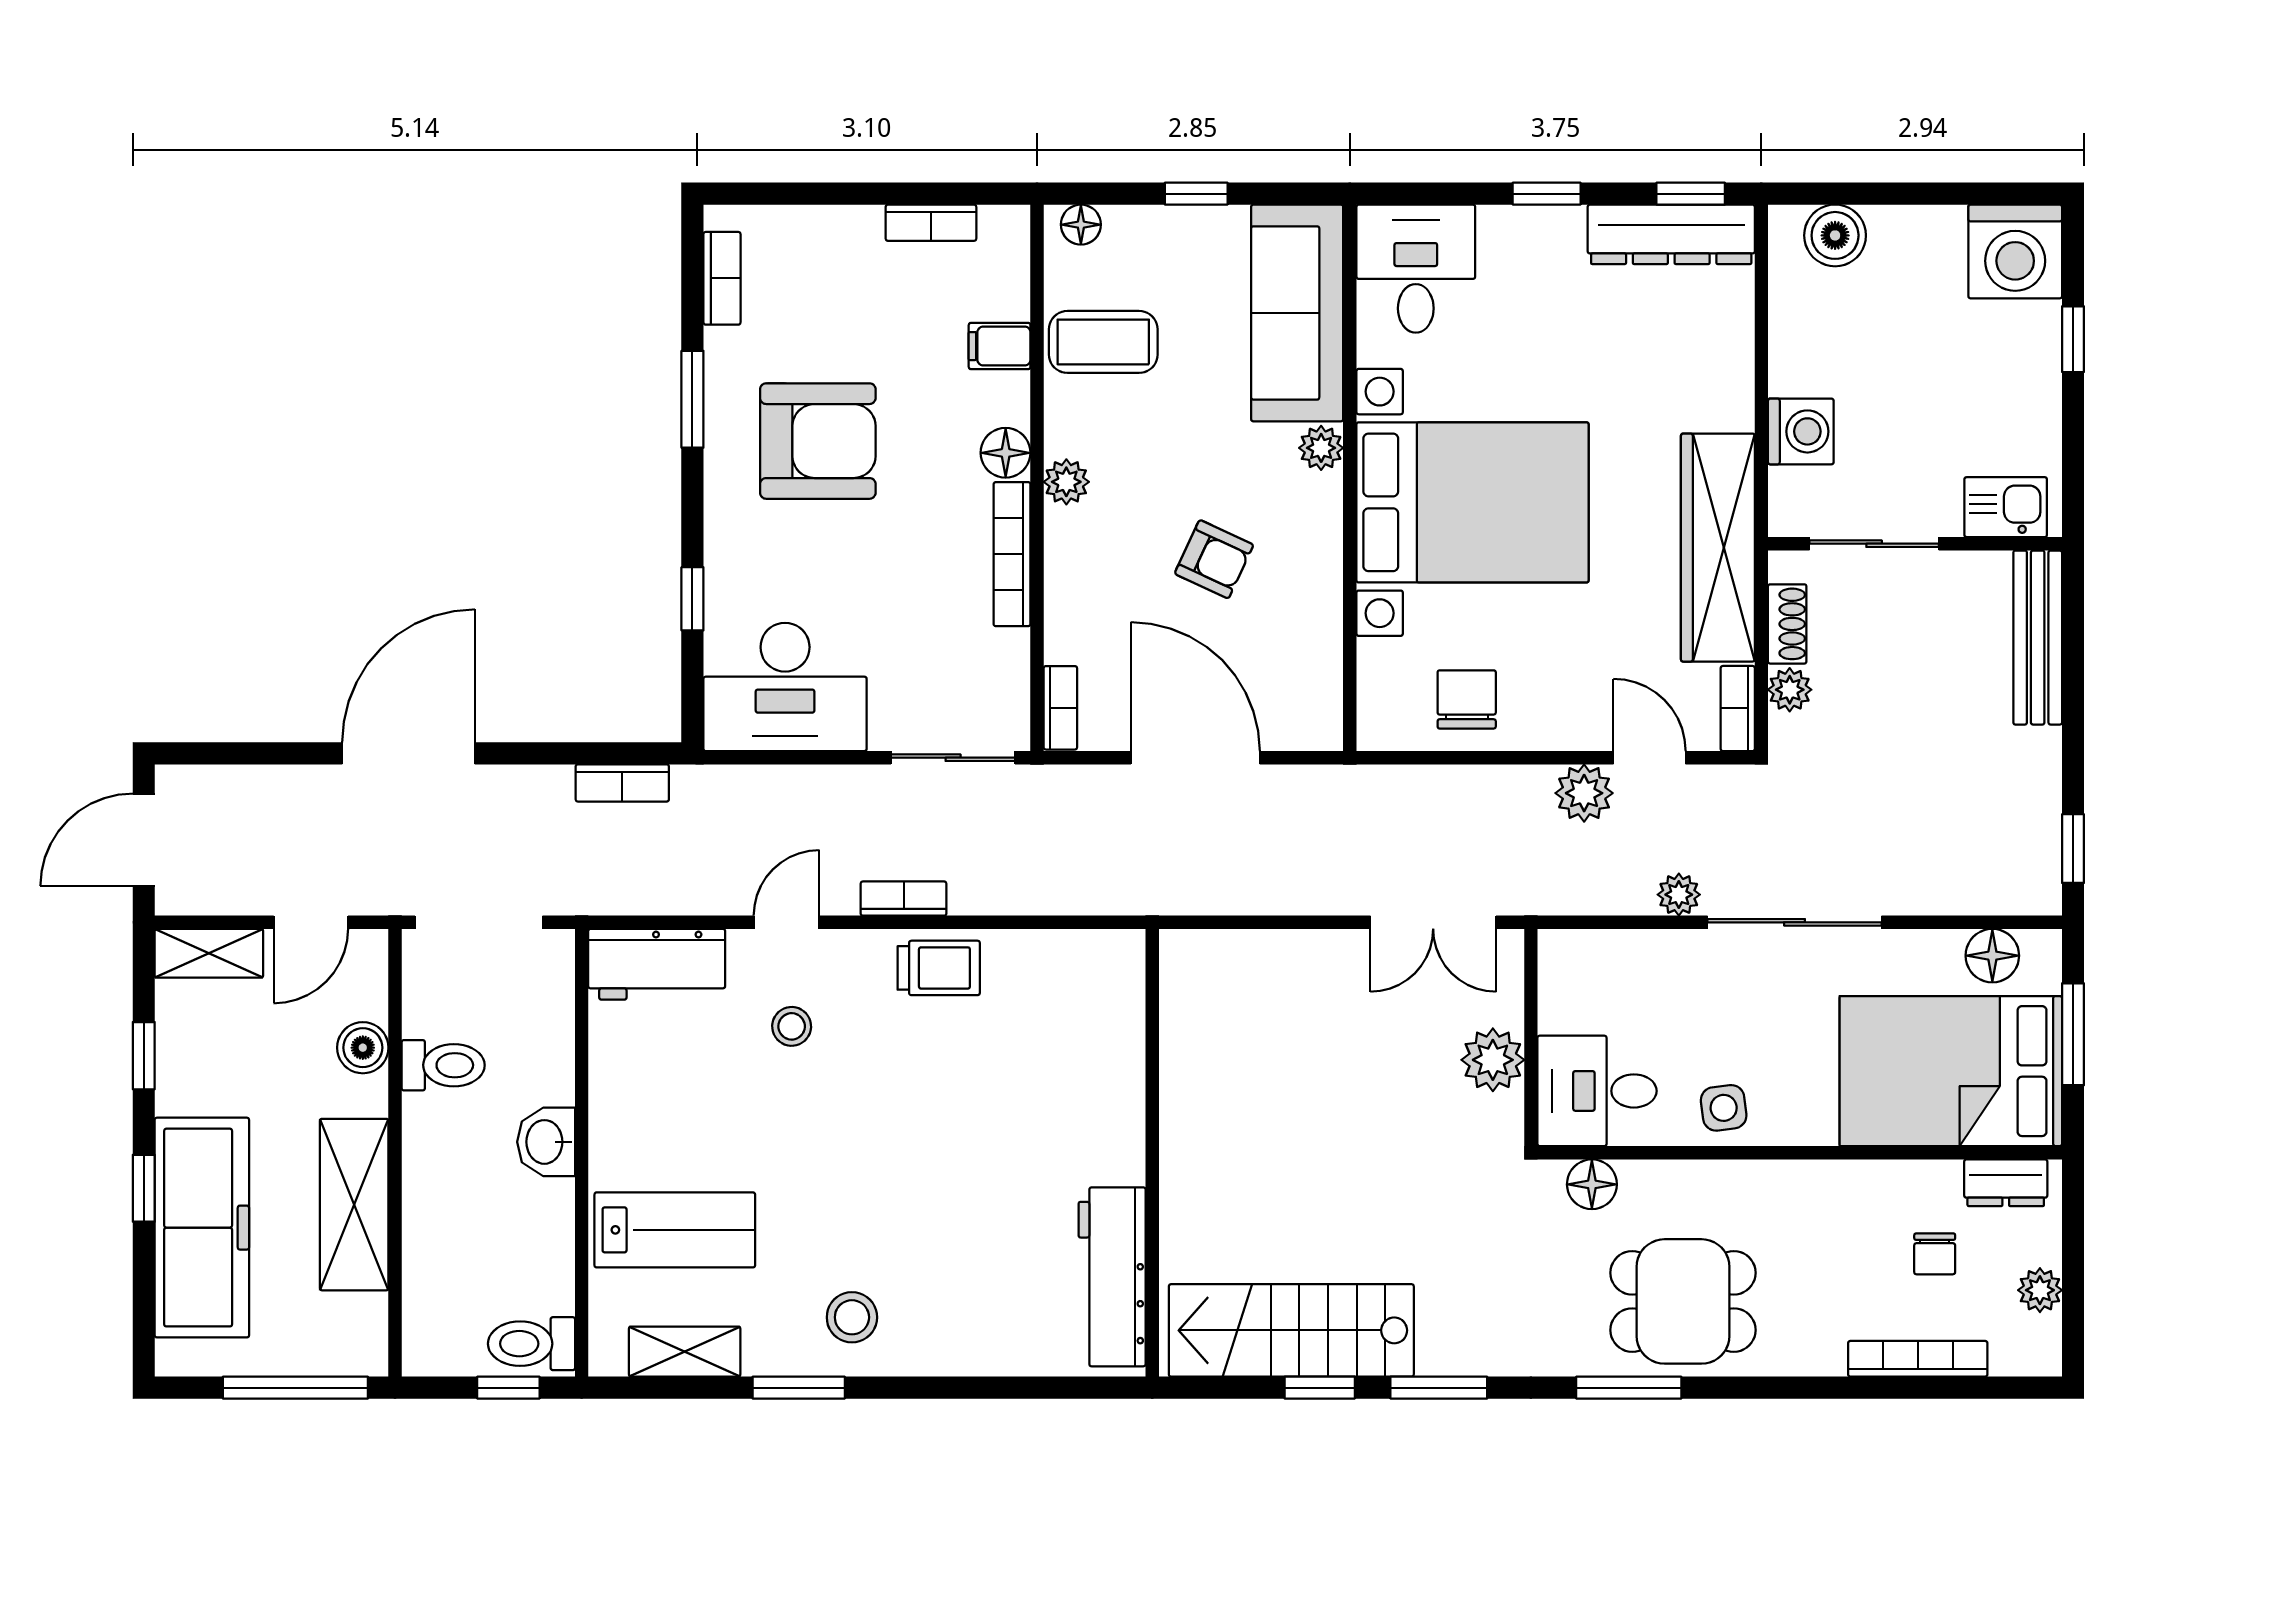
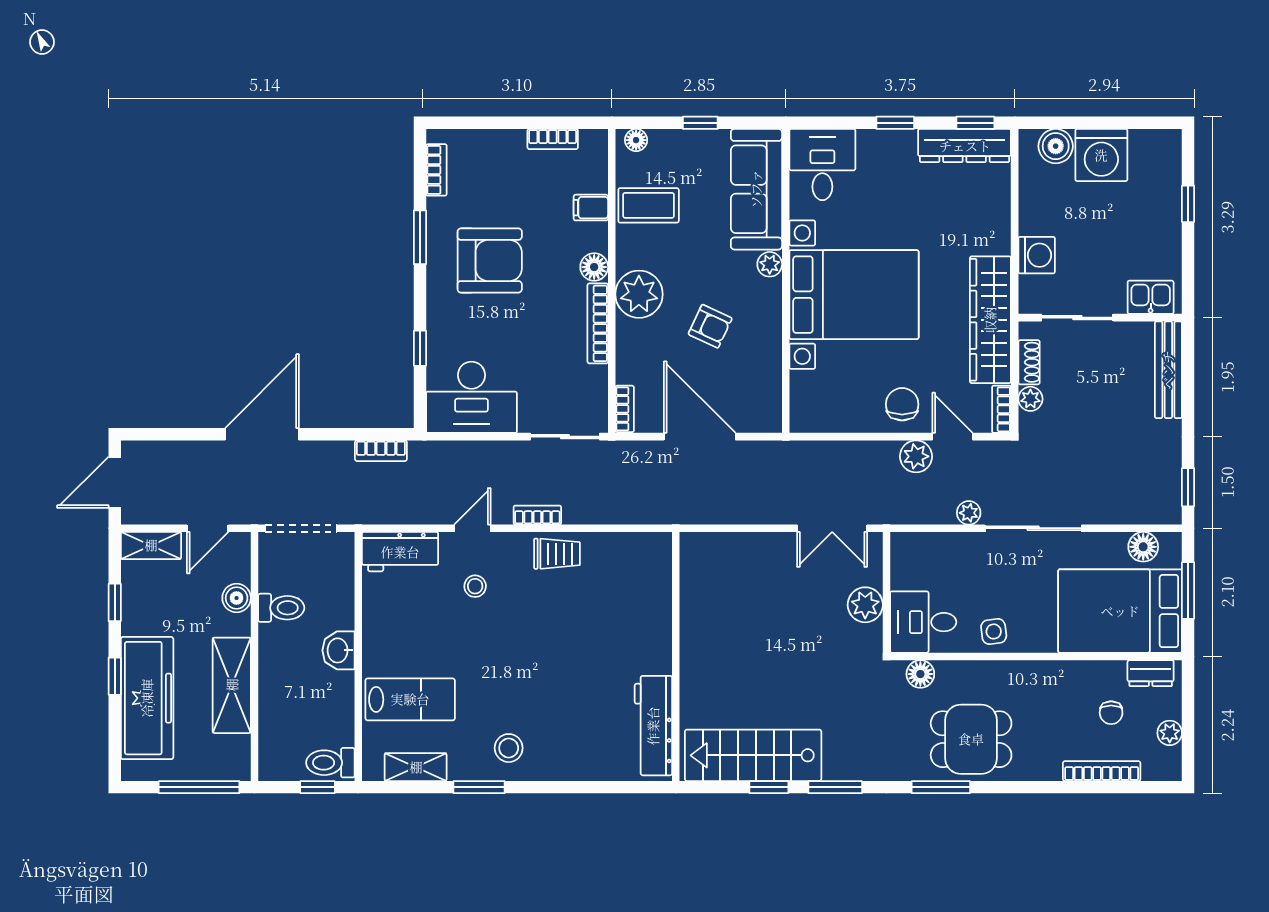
washing machine: (2015, 251) -> (1101, 155), moved
plant: (1066, 482) -> (639, 294), width x1.88, depth x1.88
chair: (1467, 699) -> (902, 404), moved

